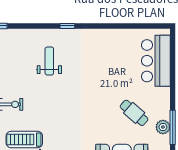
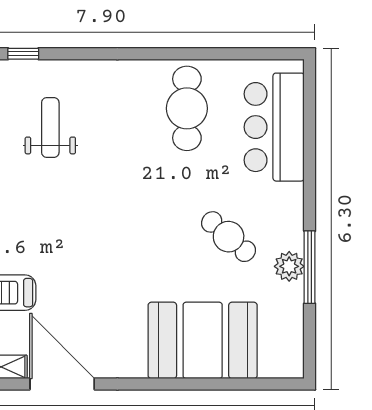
window: (67, 26) -> (23, 54), moved
cafe table: (114, 52) -> (187, 108), added

